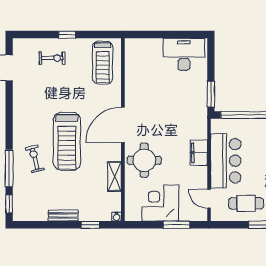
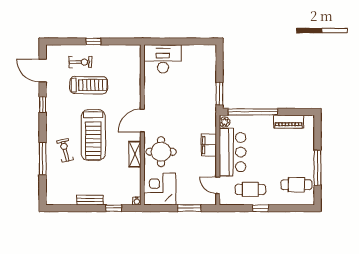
desk: (184, 54) -> (163, 59), moved
treadmill: (103, 63) -> (89, 85), moved, turned -90
door: (123, 125) -> (142, 121), width x0.73
plant: (217, 127) -> (225, 122), added
shelving: (114, 176) -> (135, 154), moved
corner desk: (160, 203) -> (160, 189), moved
window: (9, 204) -> (43, 105), moved

